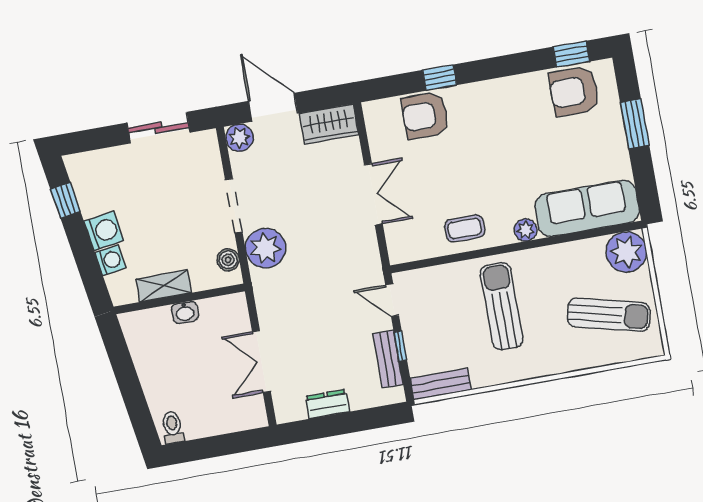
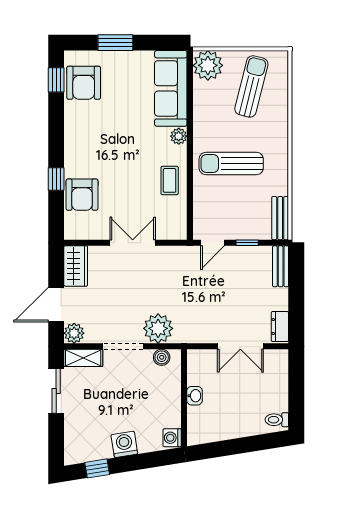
washing machine: (110, 260) -> (172, 438), moved, turned -81
shelving: (164, 286) -> (83, 358), moved, turned 90
bench: (388, 359) -> (281, 266), moved, turned 90
dresser: (327, 404) -> (280, 326), moved

